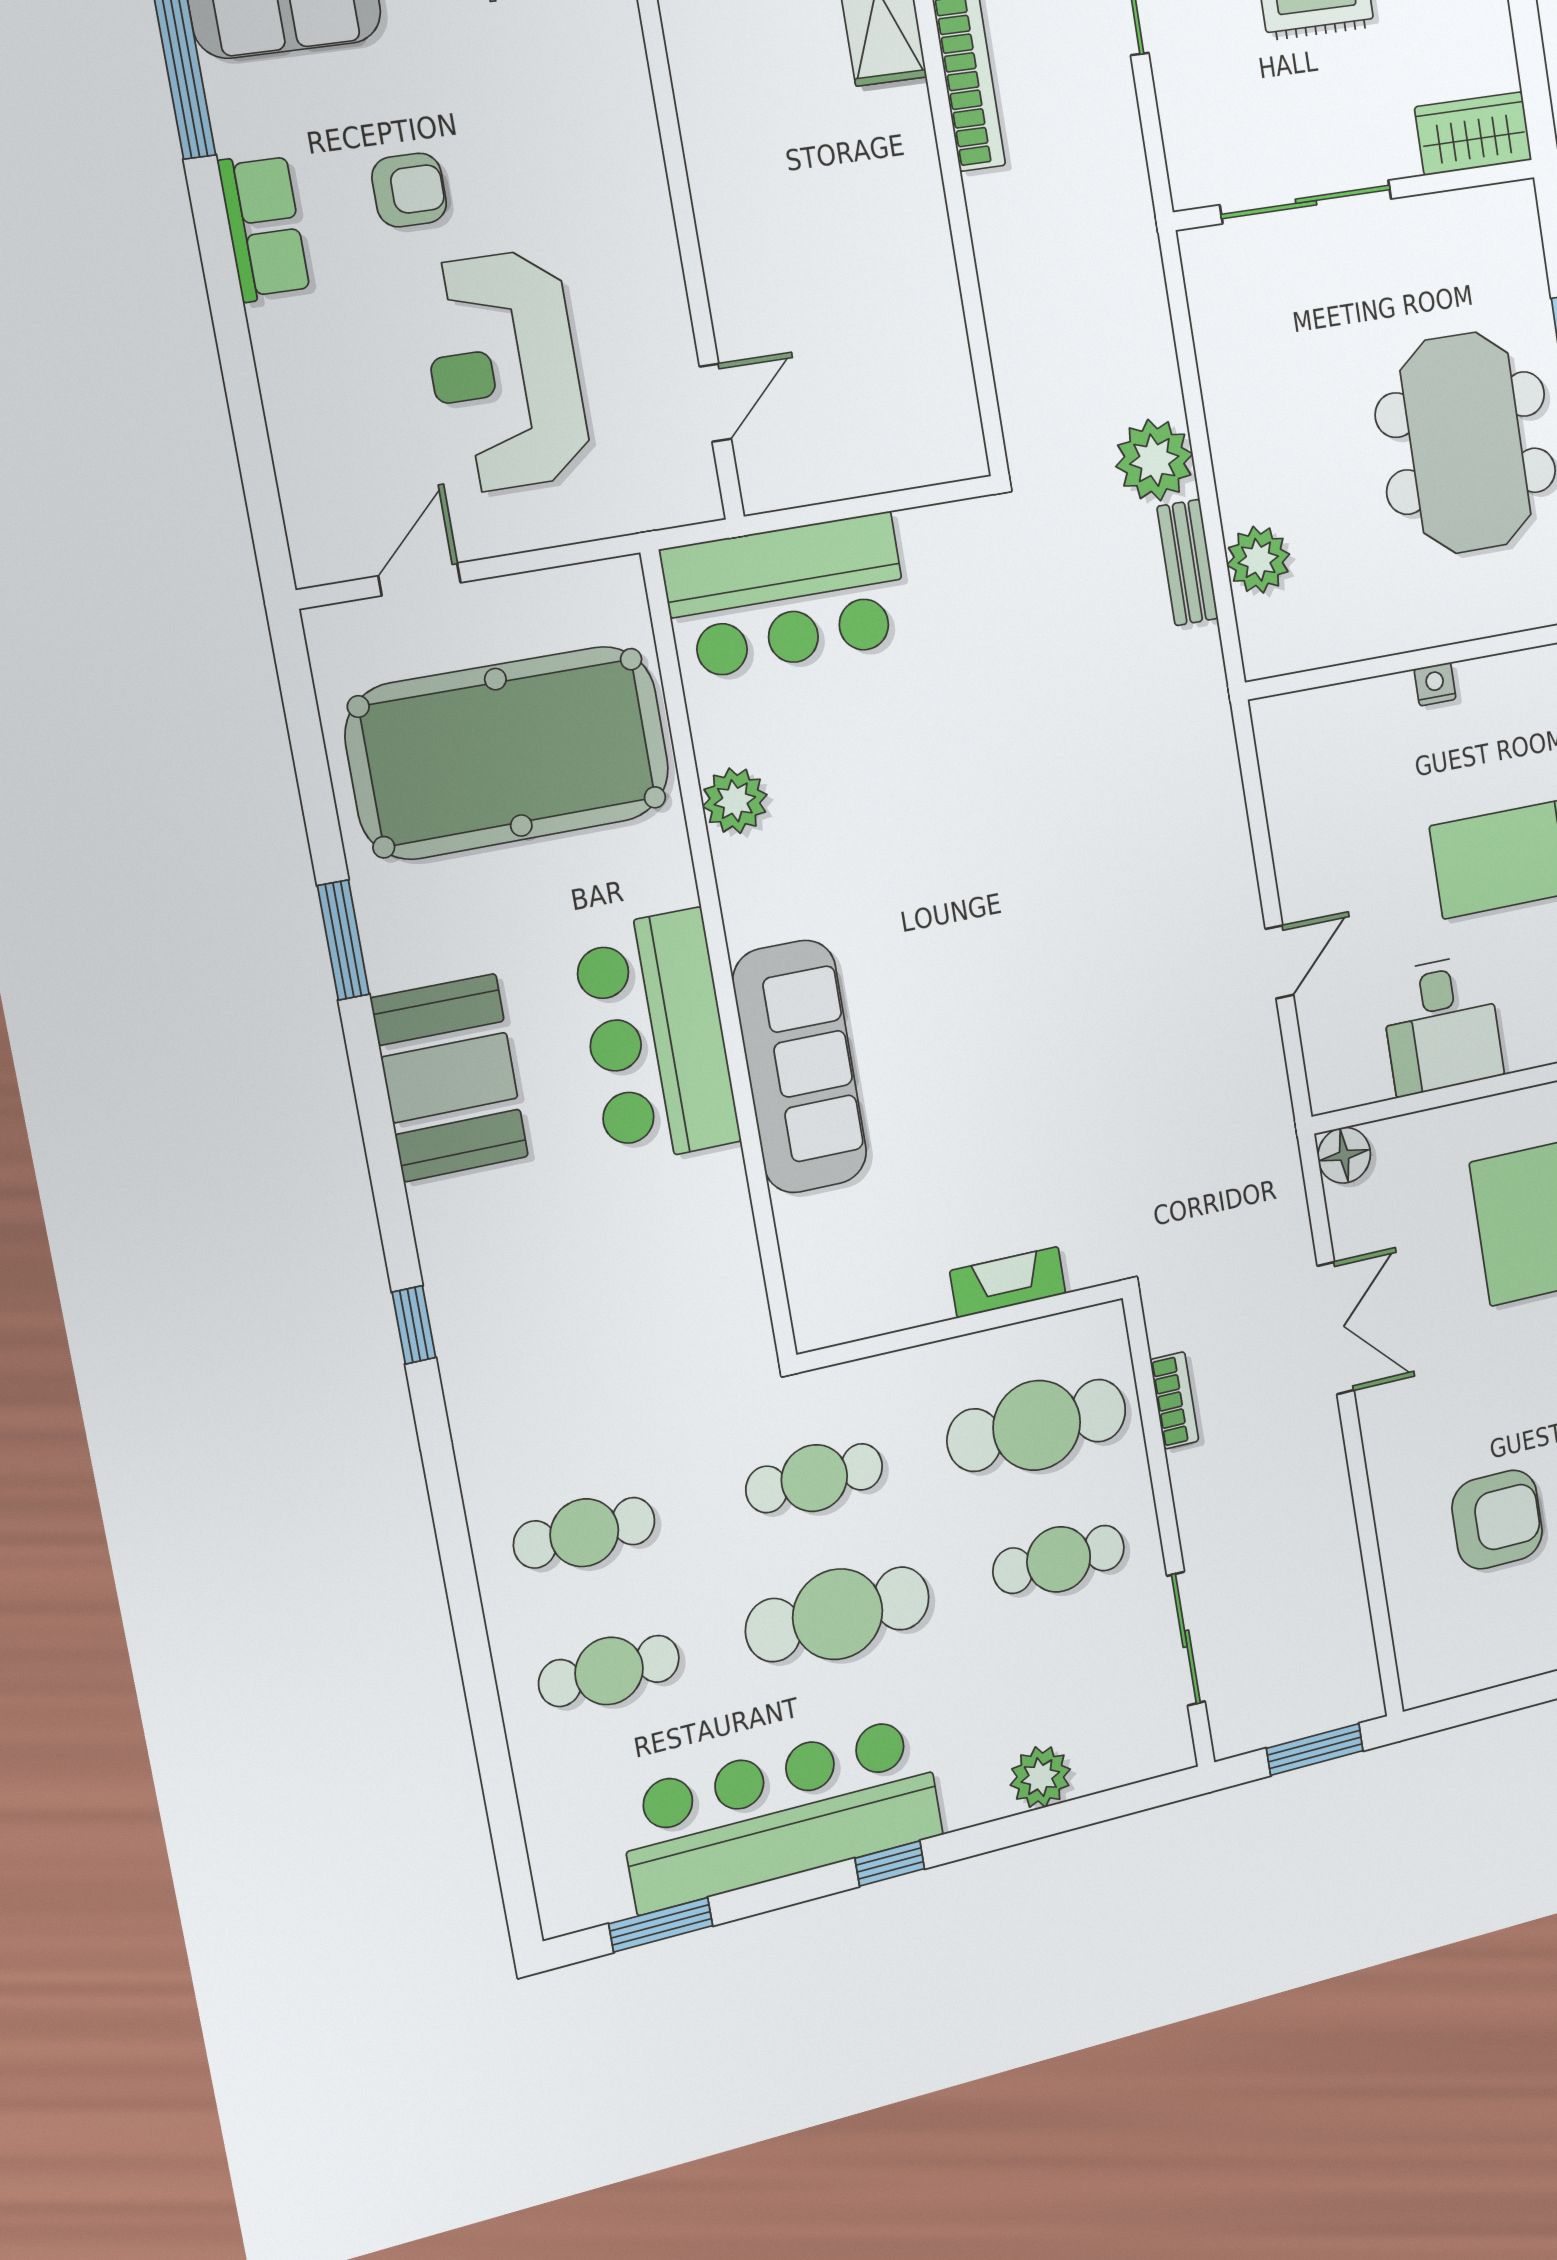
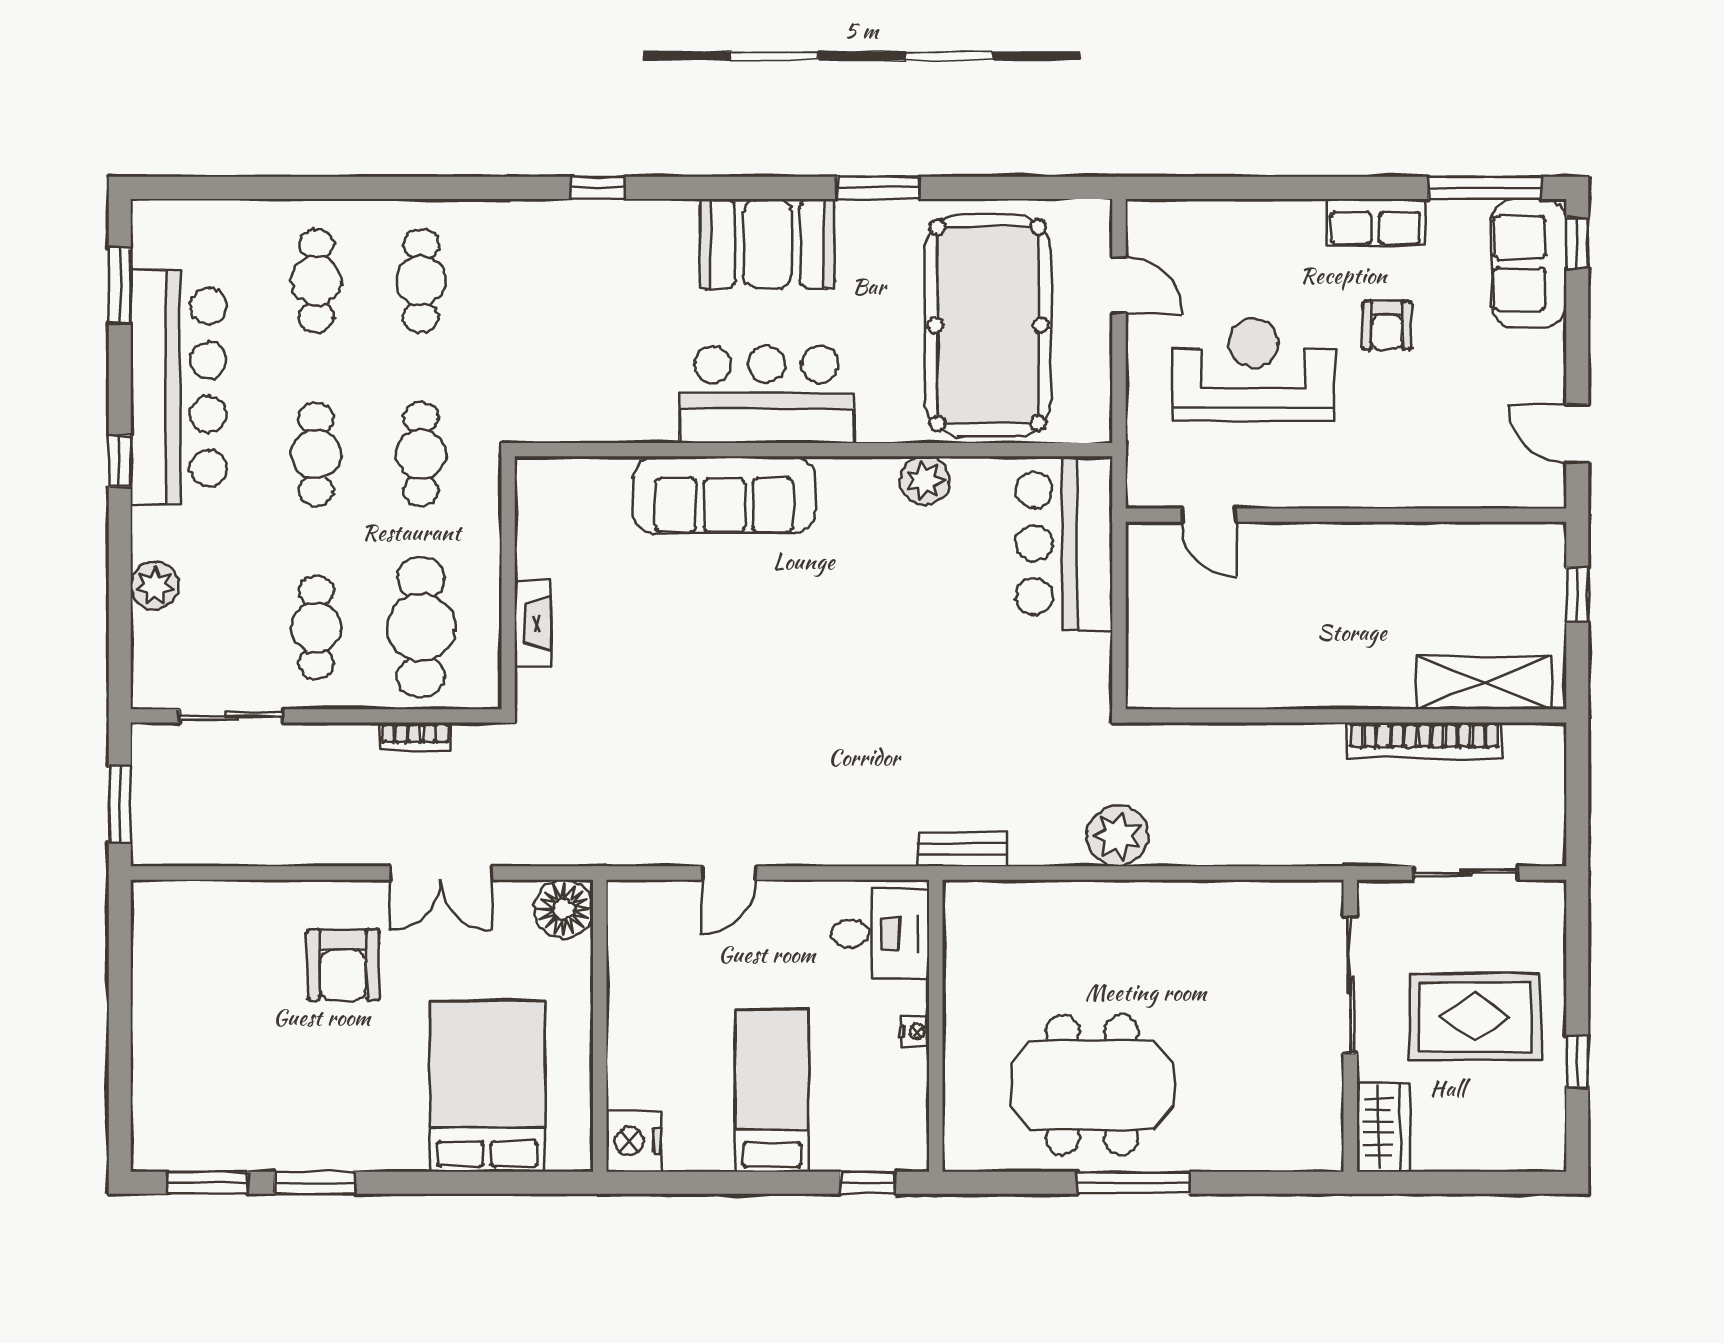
wardrobe: (1473, 134) -> (1383, 1127), moved
wall: (1356, 195) -> (1350, 1026), moved
sliding door: (1306, 202) -> (1350, 985), moved
plant: (1258, 560) -> (1031, 905), removed
bench: (1187, 563) -> (962, 849), moved
door: (1279, 962) -> (729, 873), hinge flipped
desk: (1442, 1025) -> (880, 934), moved, turned 180
floor lamp: (1344, 1155) -> (564, 909), width x1.38, depth x1.38
armchair: (1497, 1520) -> (343, 965), moved
cafe table: (838, 1614) -> (316, 454), width x0.73, depth x0.74

